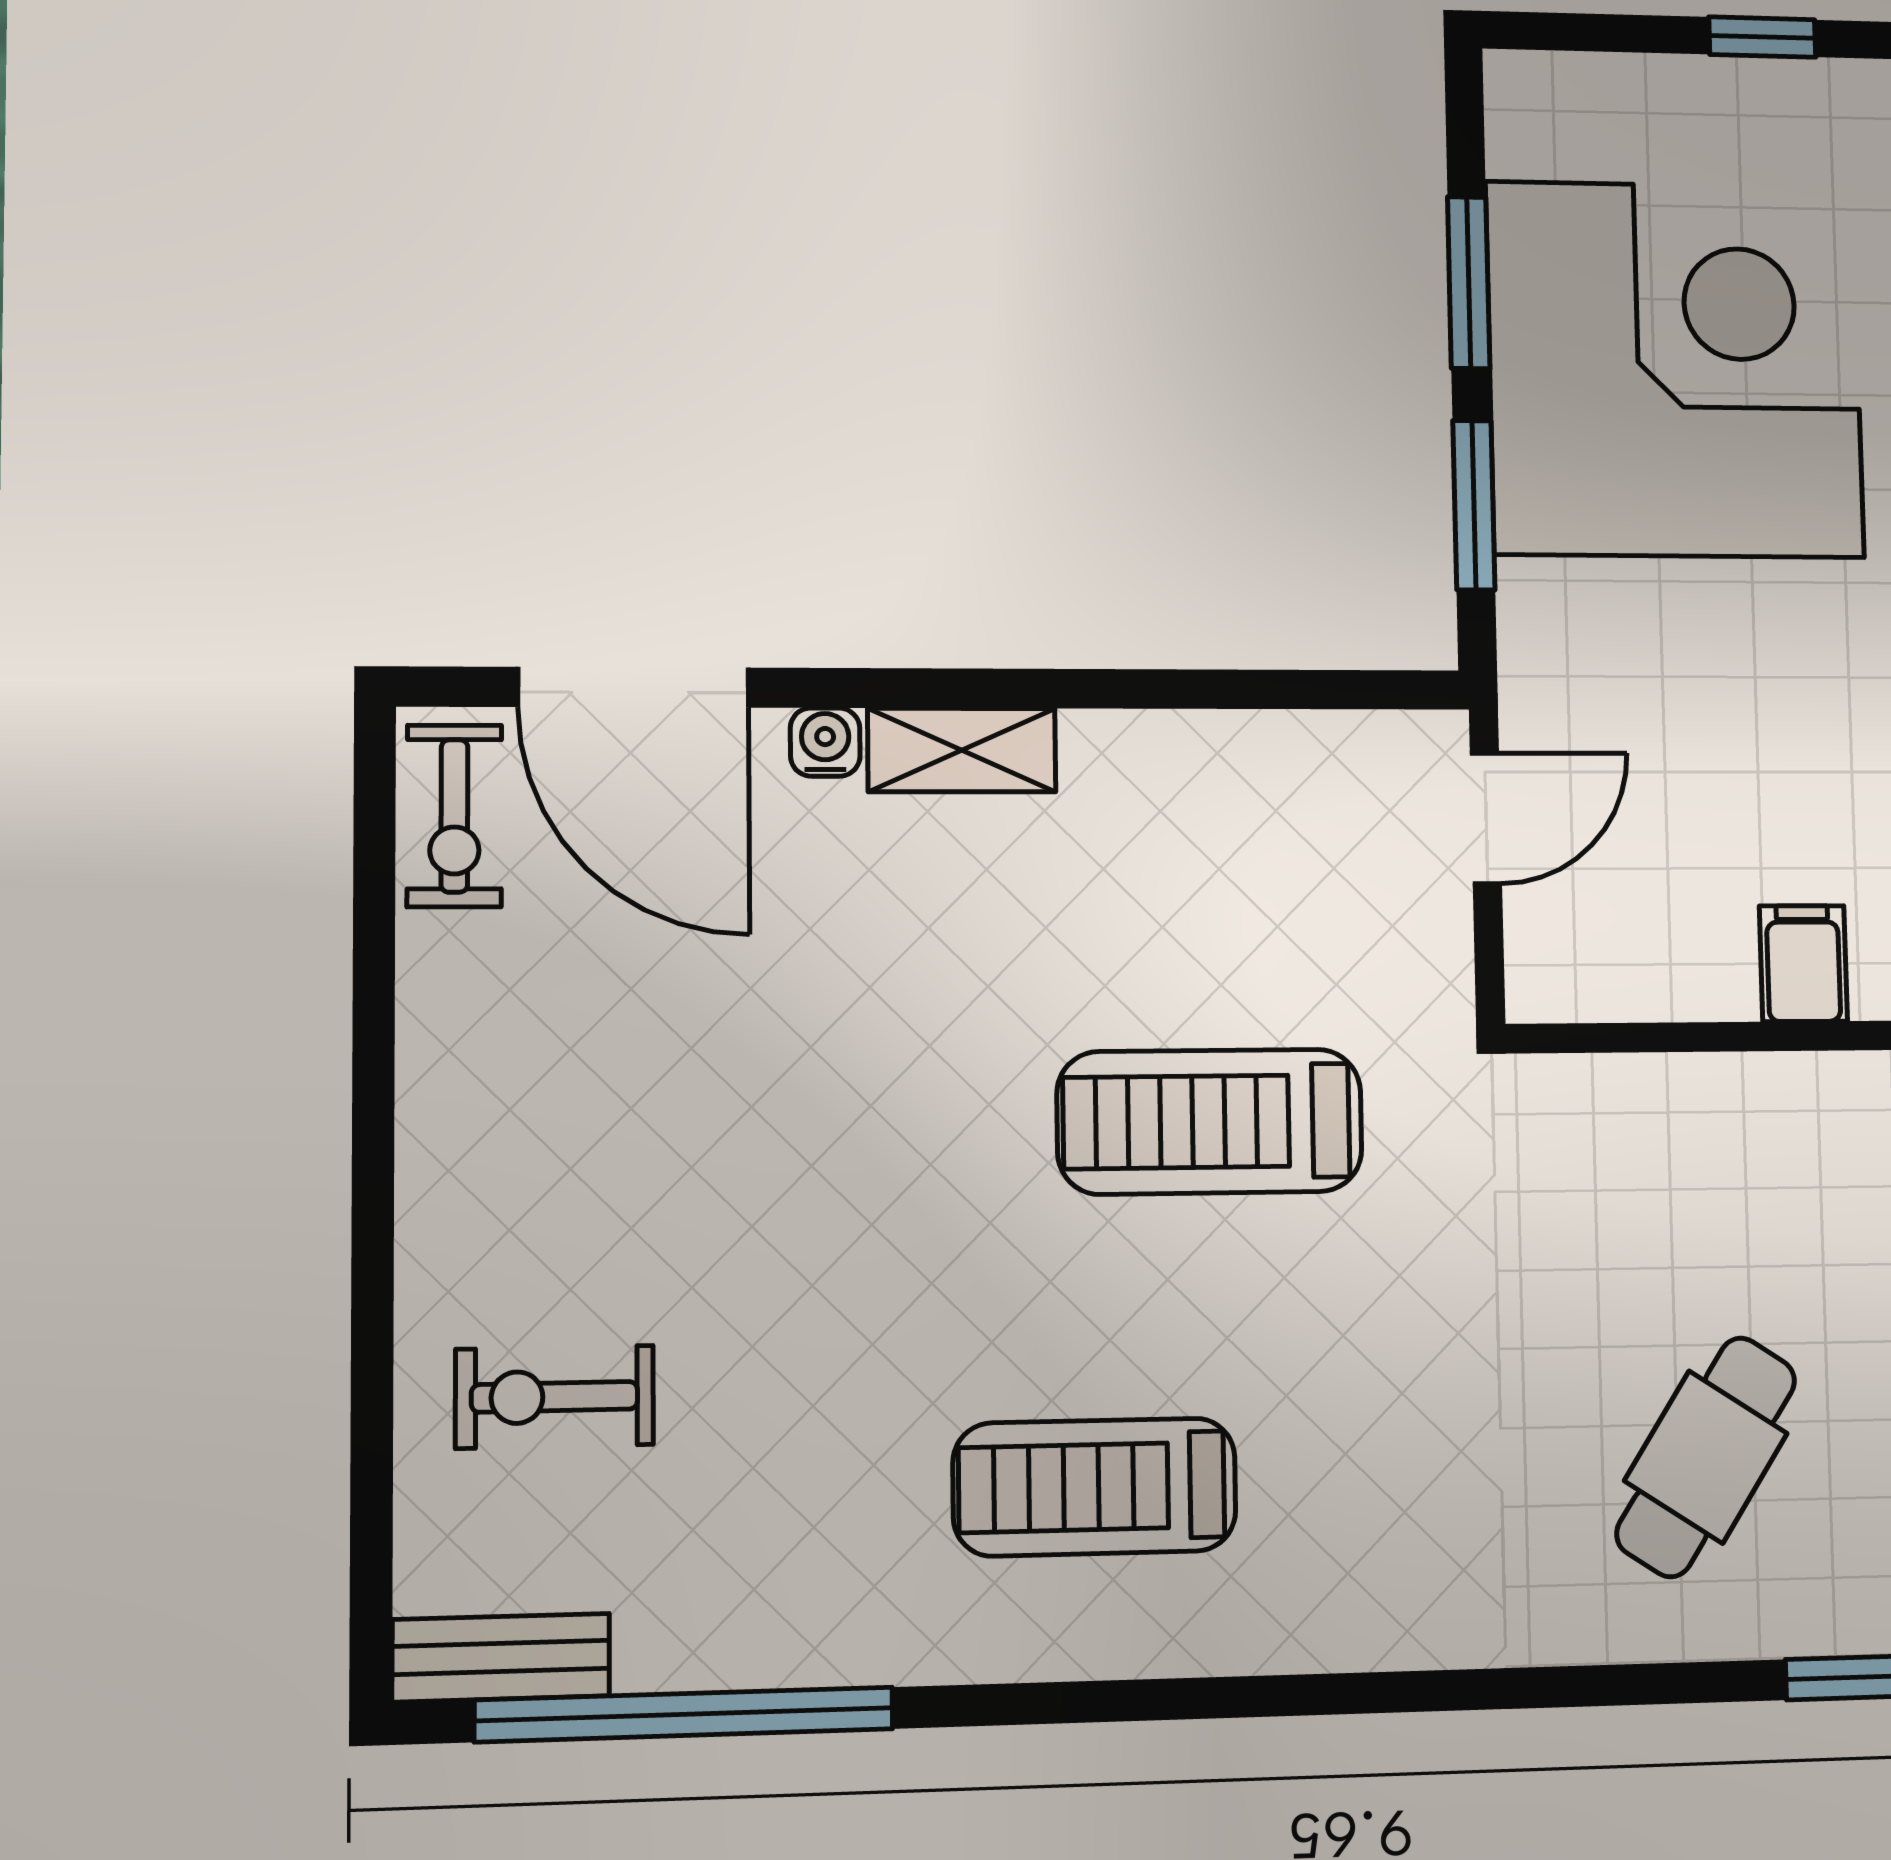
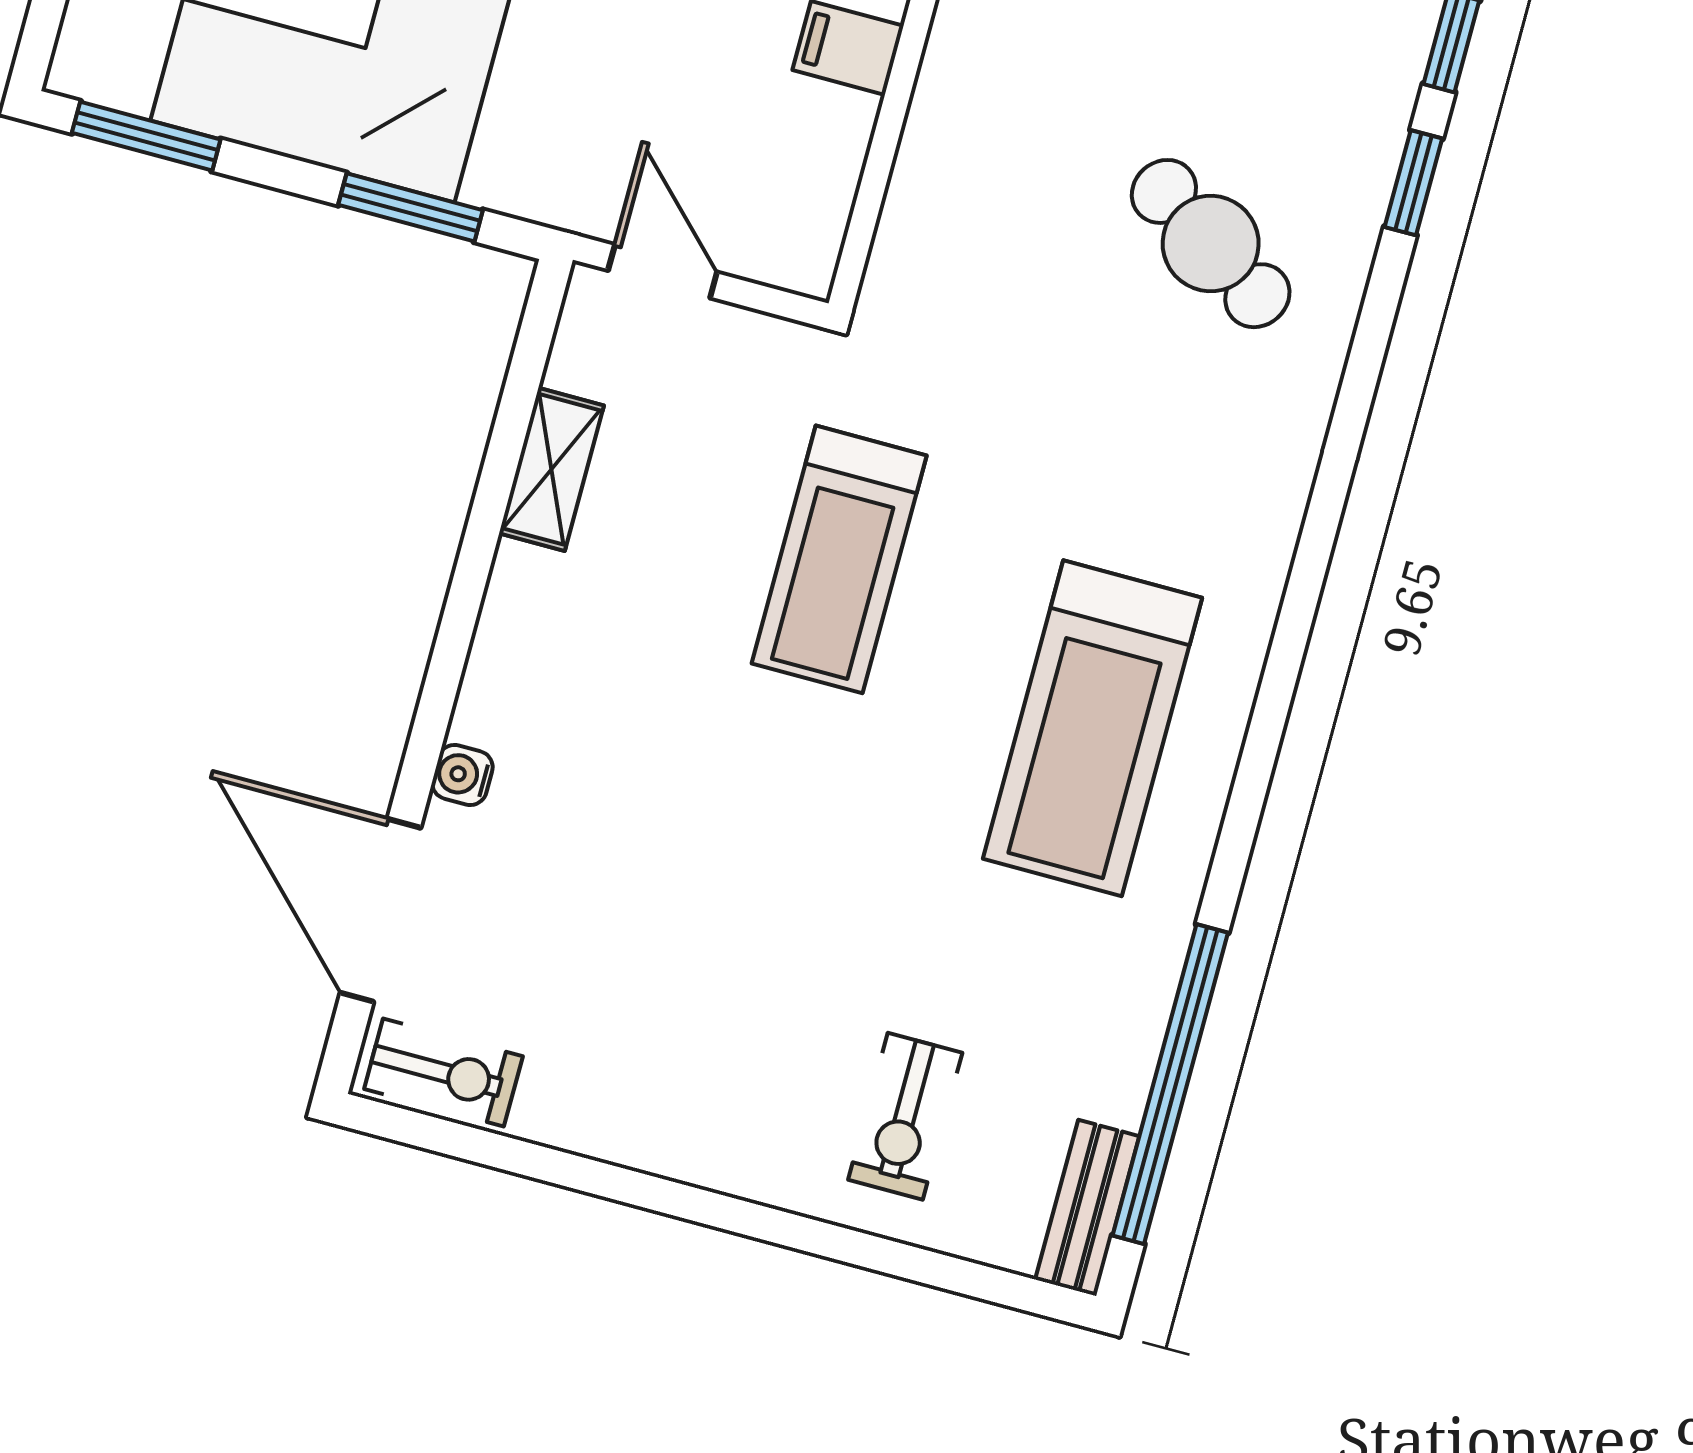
window: (1469, 283) -> (146, 136), moved
door: (633, 687) -> (380, 910), swing flipped
shelving: (962, 750) -> (551, 469), moved
treadmill: (1095, 1487) -> (1093, 728), width x1.37, depth x1.38

